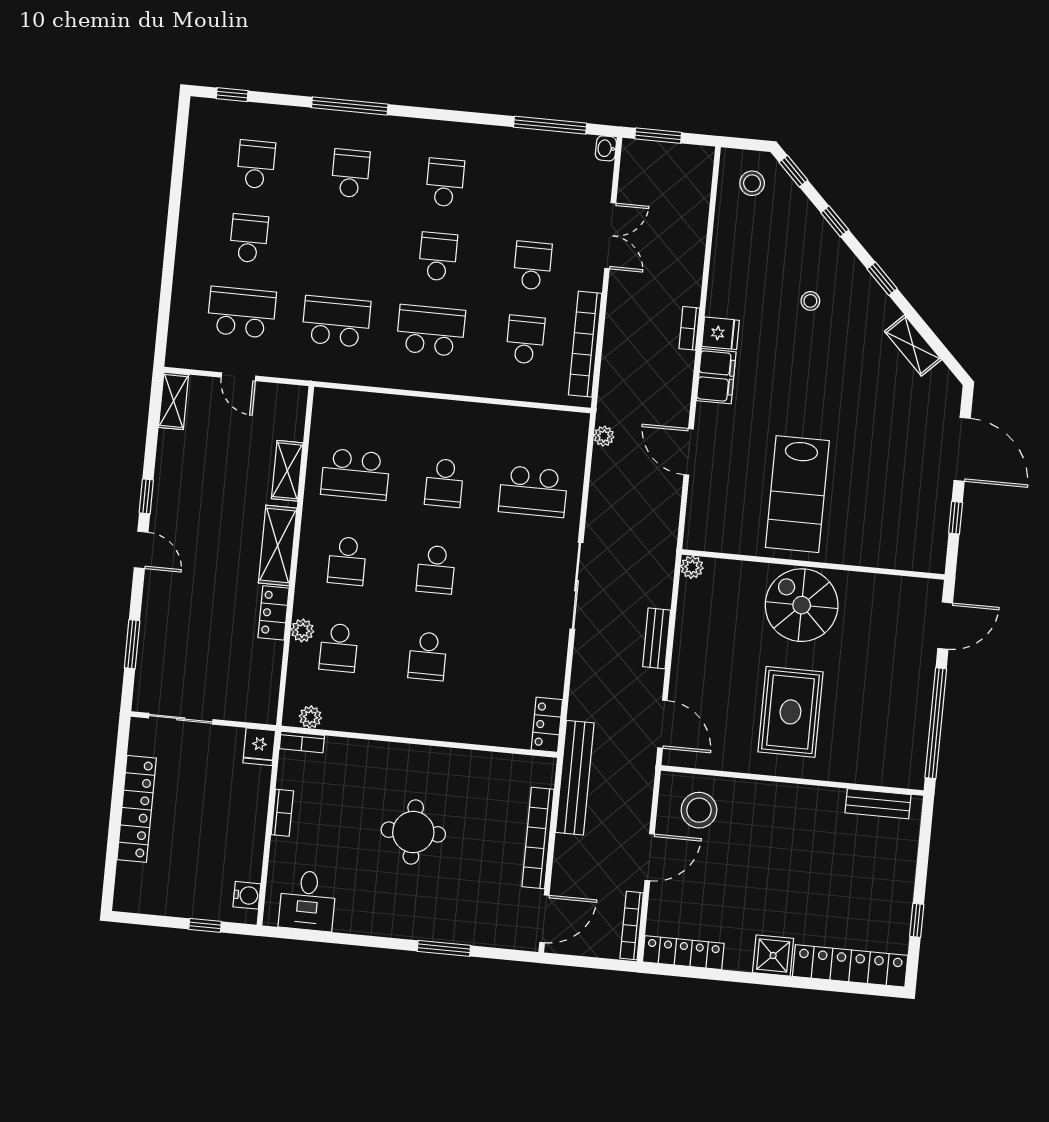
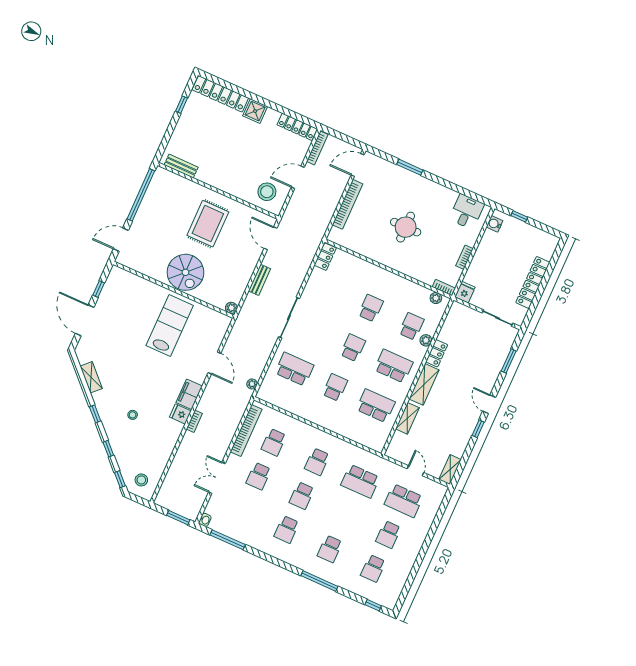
school desk: (431, 331) -> (317, 462), width x0.54
school desk: (347, 561) -> (394, 366), width x1.85
bench: (575, 778) -> (320, 227), removed

